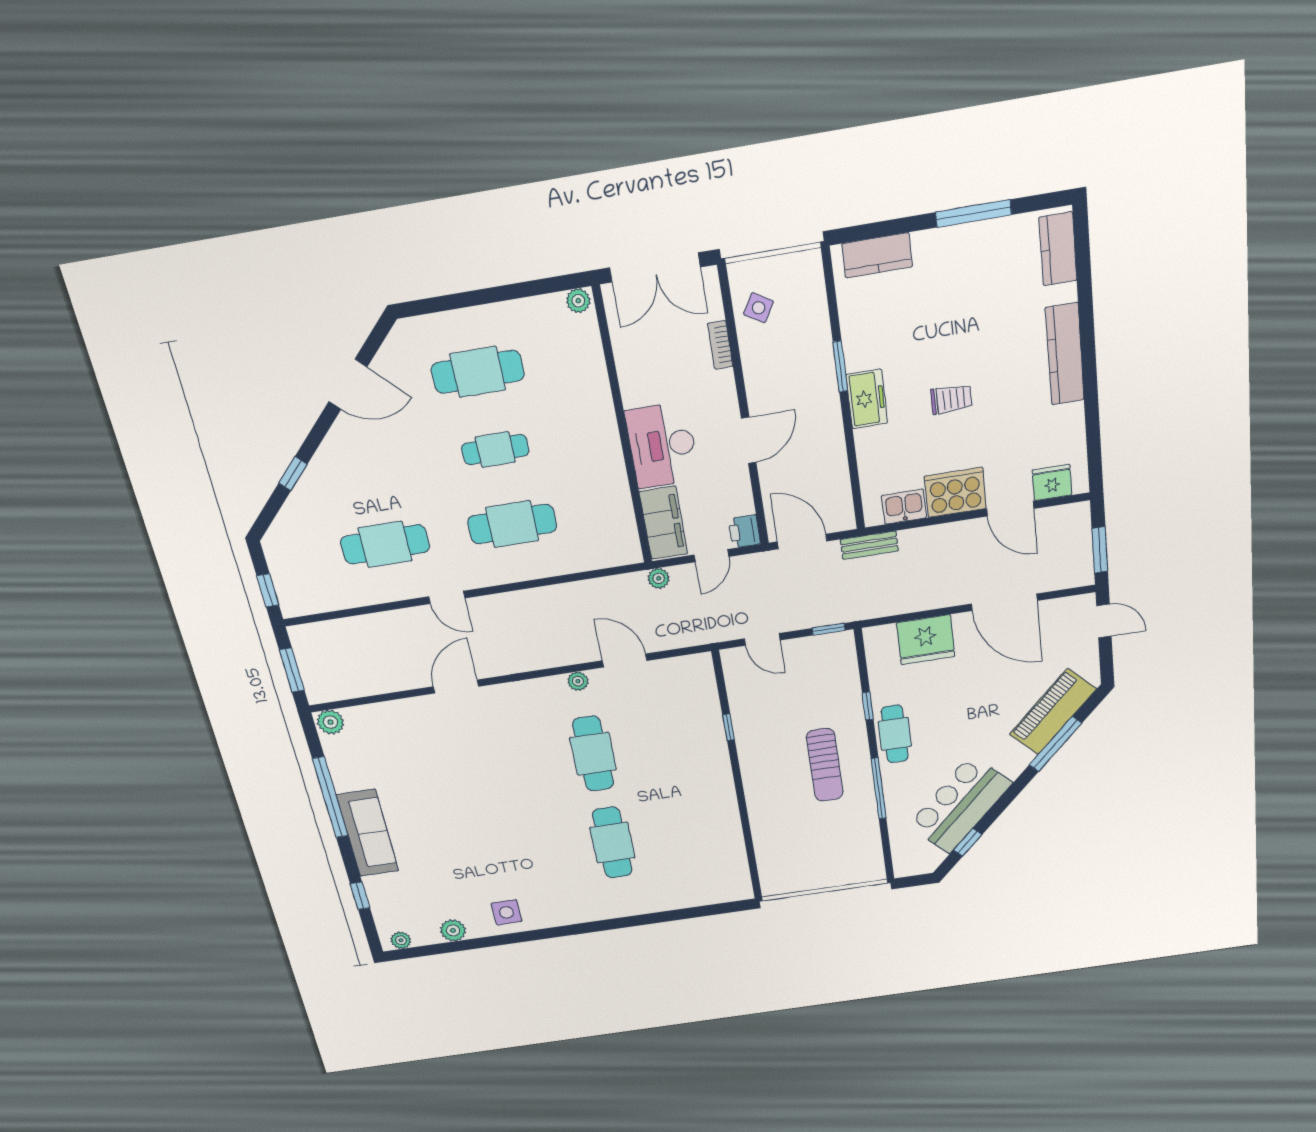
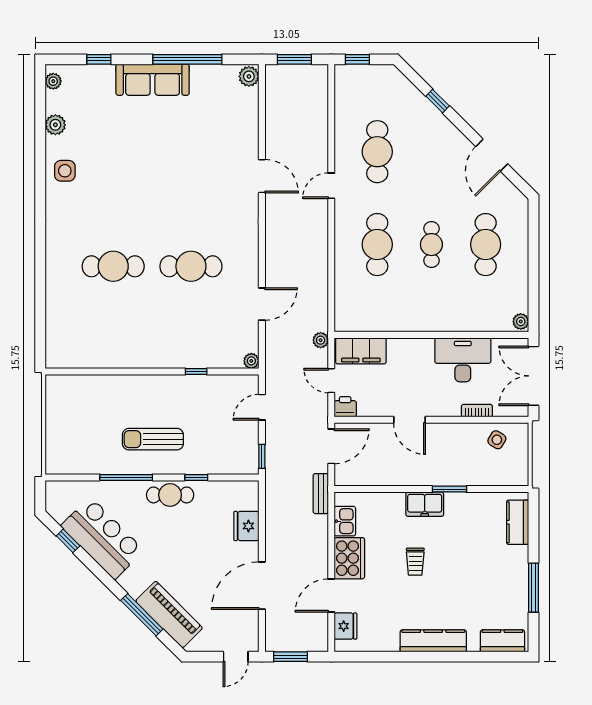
desk: (662, 445) -> (463, 360), moved
fridge: (926, 640) -> (246, 526), width x0.73, depth x0.75
plant: (578, 681) -> (251, 361), moved

